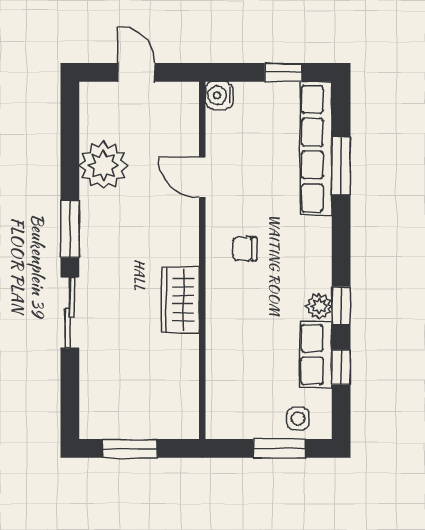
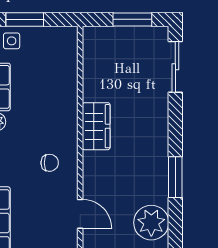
sliding door: (70, 313) -> (175, 67), moved

